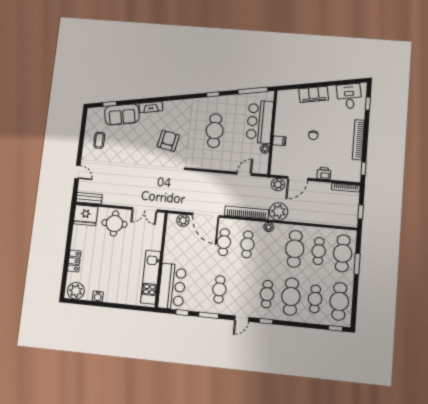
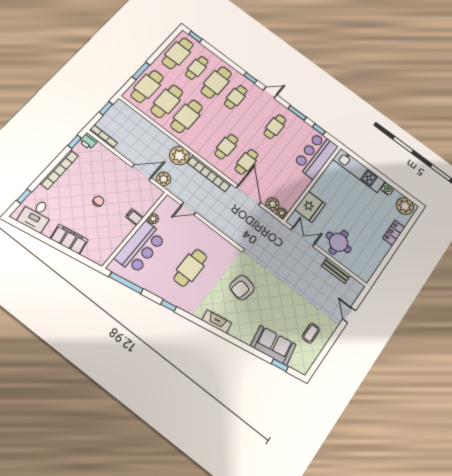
fireplace: (151, 107) -> (217, 322), moved
printer: (324, 173) -> (88, 141), moved
bench: (89, 198) -> (336, 270), moved
fridge: (86, 215) -> (310, 207), moved, turned 90
plant: (269, 227) -> (282, 213), moved
cafe table: (319, 251) -> (167, 101), width x1.37, depth x1.35
kitchen unit: (151, 277) -> (359, 170), moved, turned 90

